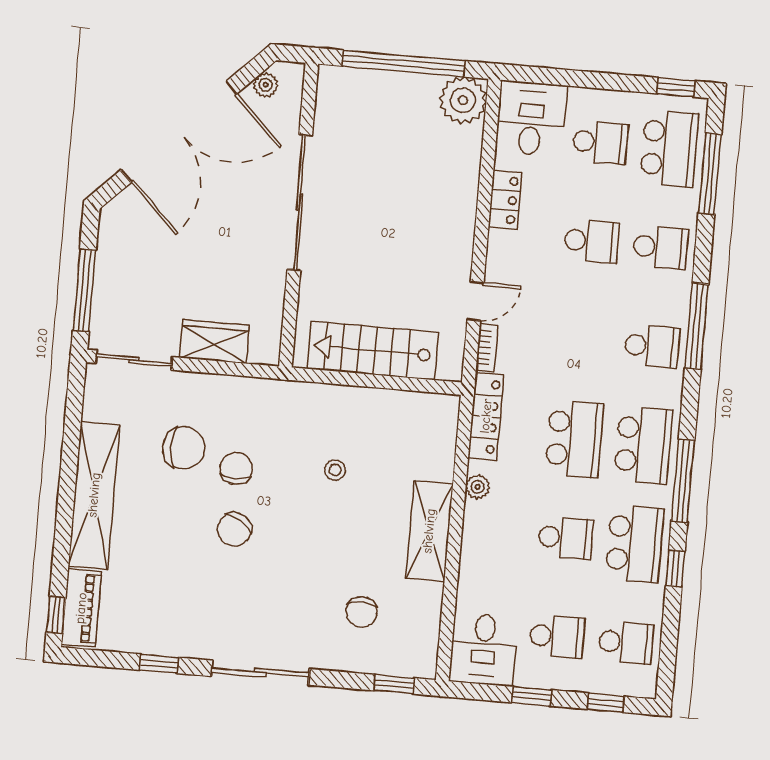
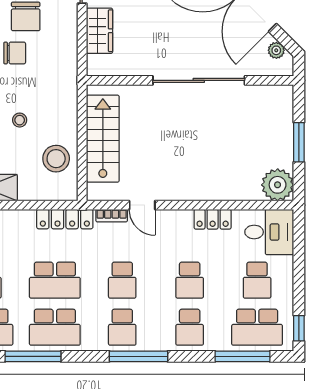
window: (403, 63) -> (299, 142), width x0.47
school desk: (583, 340) -> (122, 280), added
stool: (396, 422) -> (56, 159), added
plant: (478, 487) -> (17, 218), removed

